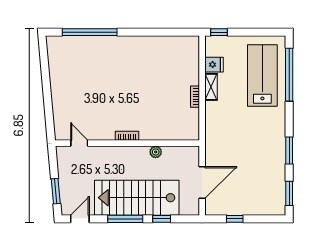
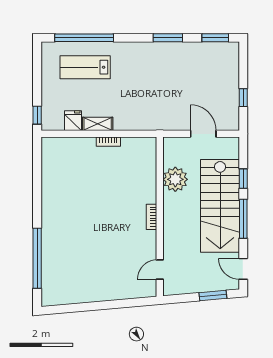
lab bench: (262, 76) -> (85, 67), width x0.73, depth x0.72
plant: (156, 152) -> (175, 179), width x1.88, depth x1.88
door: (202, 183) -> (203, 134), width x0.73

